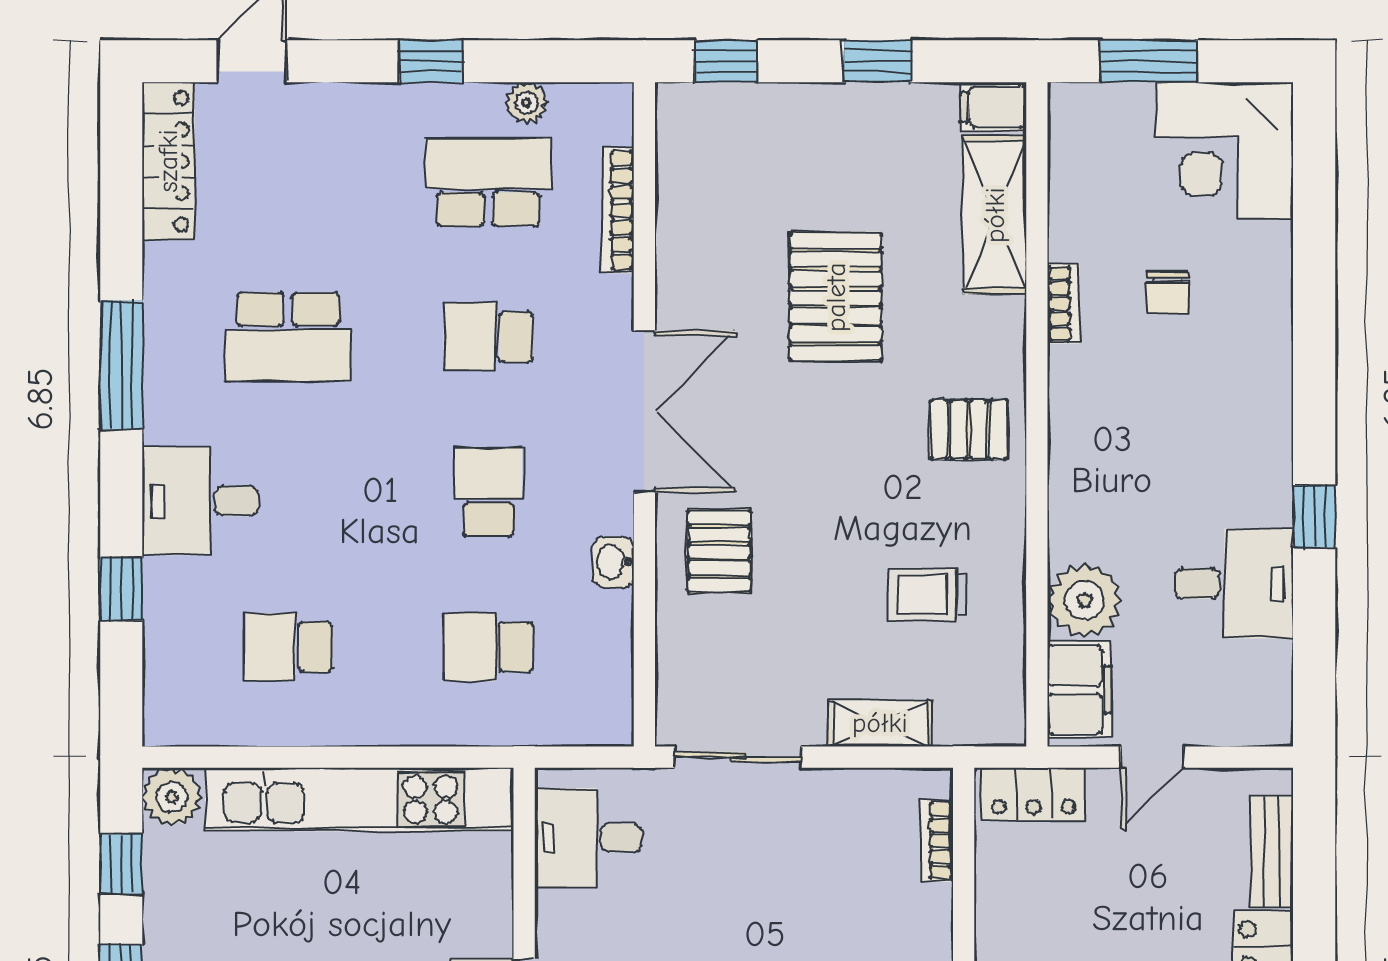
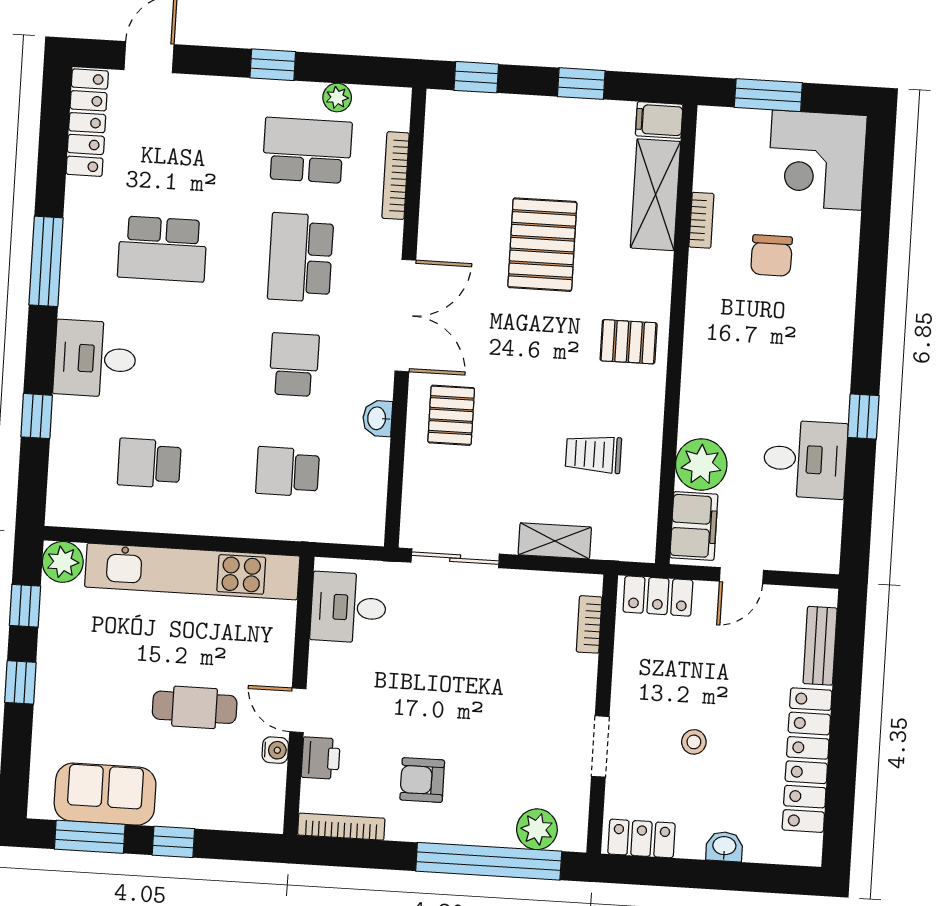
chair: (1167, 292) -> (772, 255), width x1.37, depth x1.37
bookcase: (1063, 304) -> (701, 220), moved
school desk: (488, 337) -> (301, 257), width x1.85

